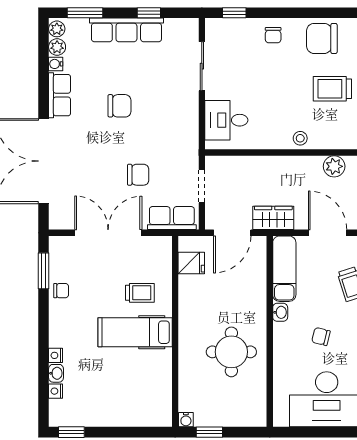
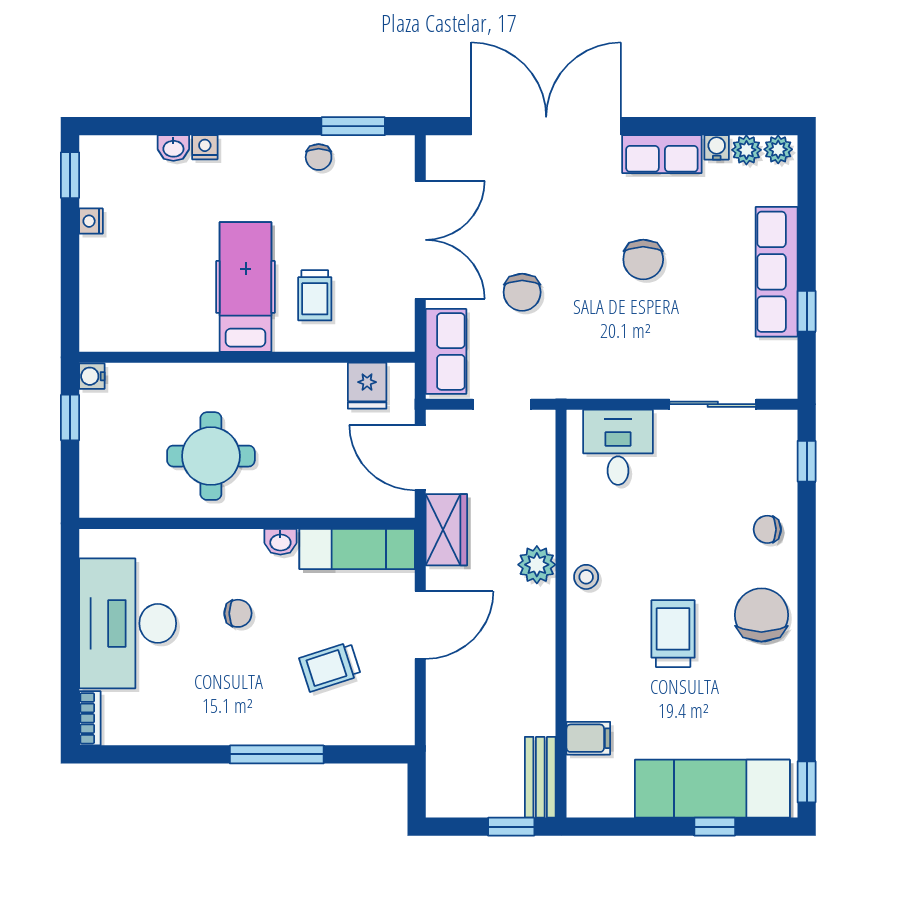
window: (85, 13) -> (807, 199), removed
plant: (334, 166) -> (537, 565), moved
chair: (321, 337) -> (238, 613), turned 76
nightstand: (55, 391) -> (91, 221), moved, turned -90

